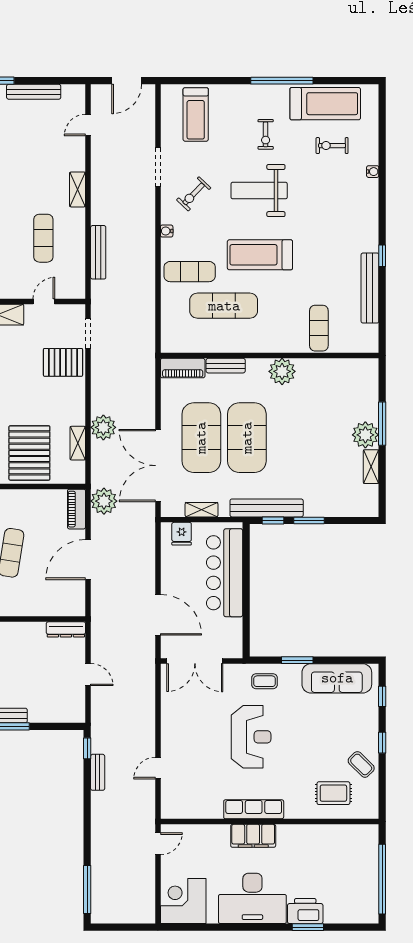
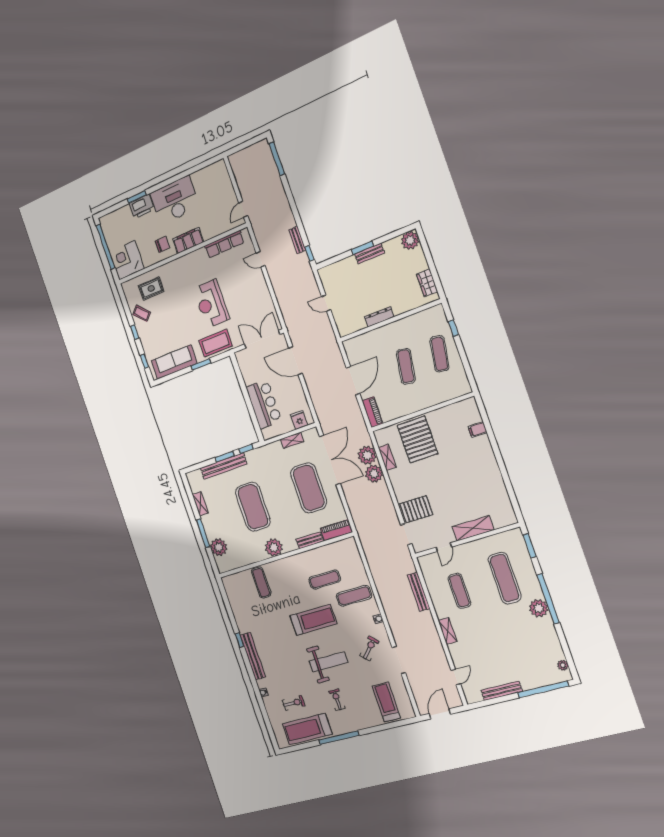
bench: (370, 288) -> (253, 656), moved
exercise mat: (224, 306) -> (325, 580), width x0.73, depth x0.69
plant: (365, 435) -> (219, 547), moved
exercise mat: (247, 438) -> (253, 507), moved
plant: (104, 501) -> (367, 455), moved
bench: (267, 508) -> (224, 466), moved
bar counter: (225, 573) -> (264, 404), width x0.73
dresser: (66, 629) -> (379, 317), moved
coffee table: (265, 681) -> (216, 343), width x1.86, depth x1.72
door: (158, 768) -> (261, 259), swing flipped
row of seats: (254, 809) -> (224, 244), moved
chair: (293, 847) -> (163, 244), added
corner desk: (183, 901) -> (127, 260), moved, turned 180

